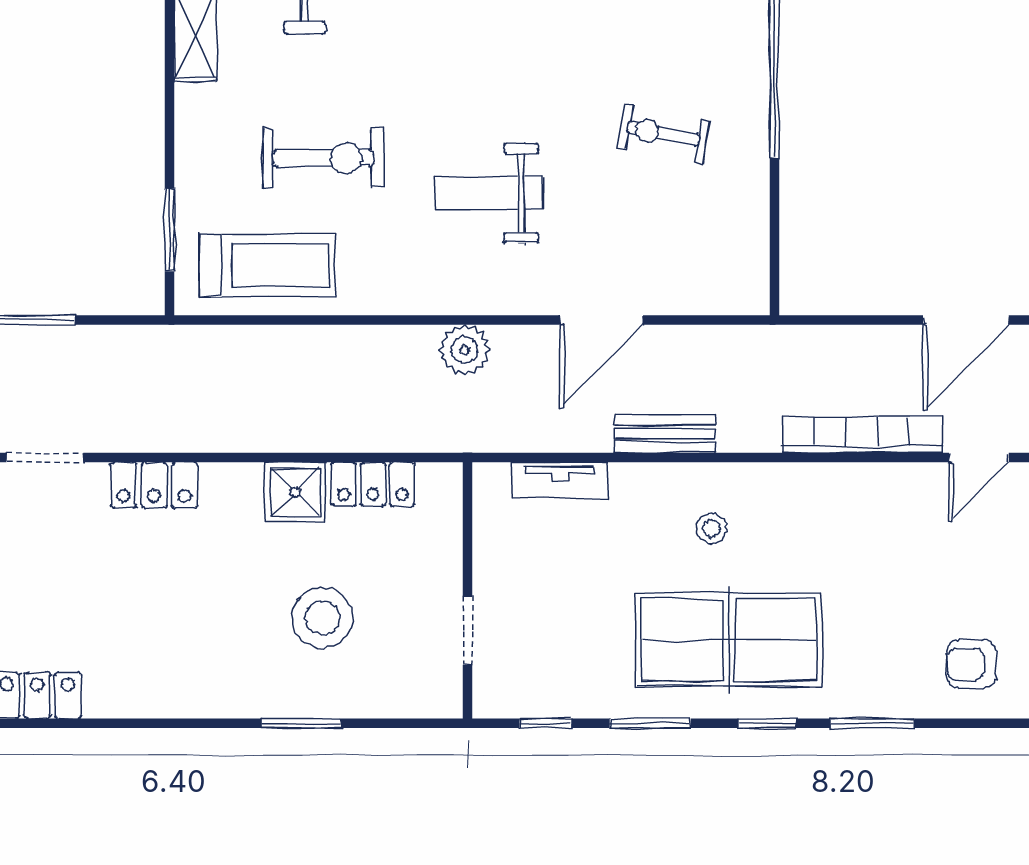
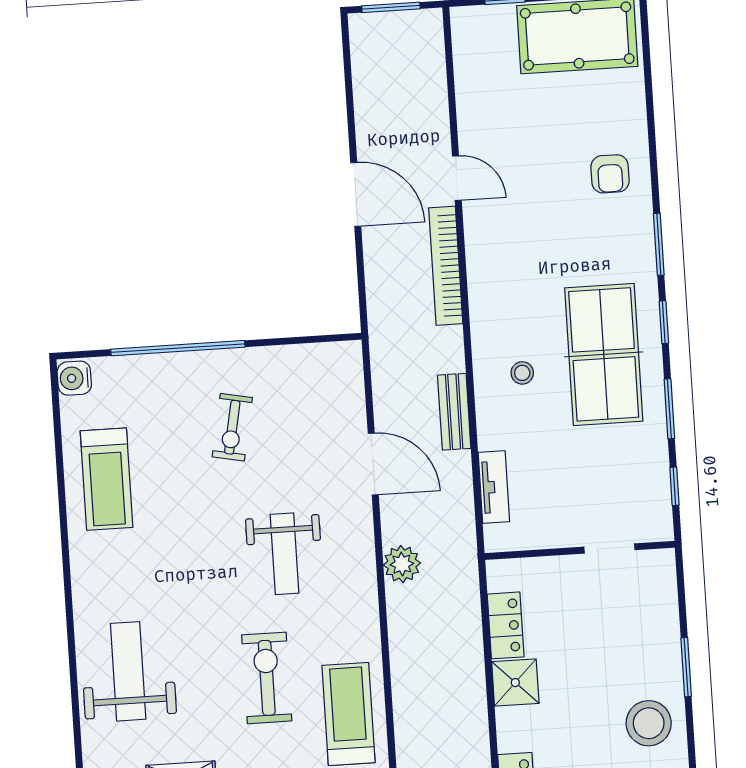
stool: (322, 618) -> (649, 723), moved

